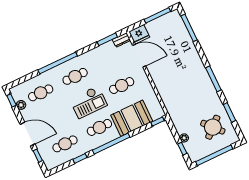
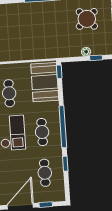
booth: (132, 118) -> (45, 82), moved

